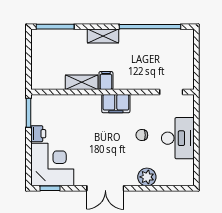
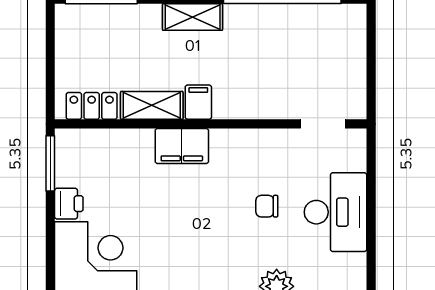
locker: (50, 83) -> (92, 106), added
filing cabinet: (116, 104) -> (182, 146), moved

